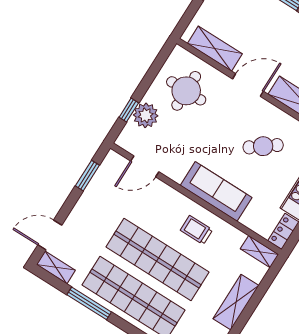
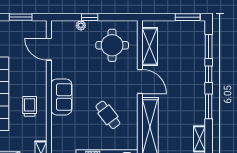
window: (129, 110) -> (90, 17), moved
plant: (146, 115) -> (81, 25), width x0.53, depth x0.53
sofa: (216, 191) -> (61, 97), width x0.73

